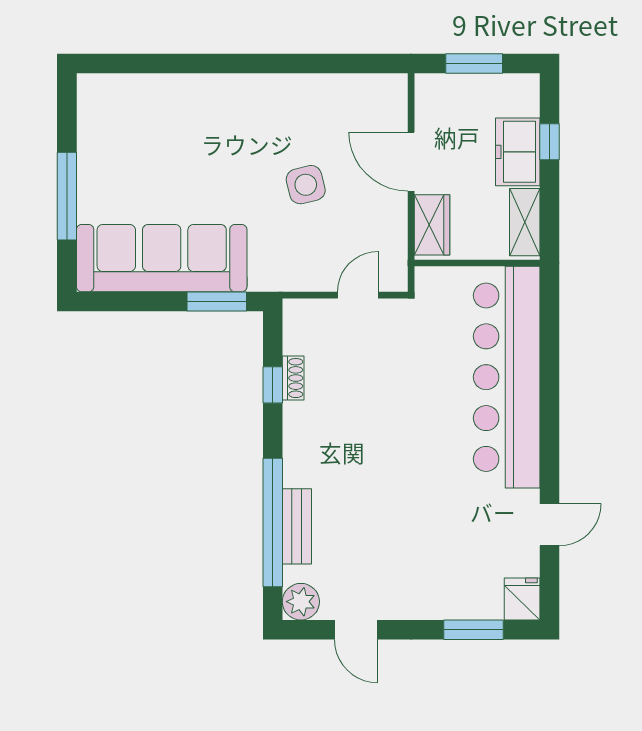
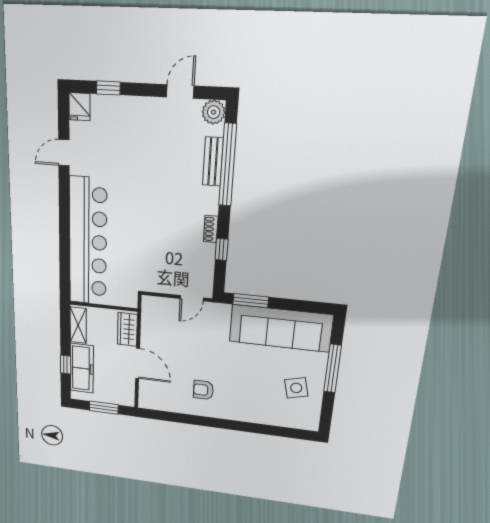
armchair: (287, 126) -> (203, 390), added
freezer: (518, 152) -> (82, 368), width x1.40
side table: (306, 185) -> (296, 388), moved
door: (358, 295) -> (192, 298), moved
shoe rack: (293, 378) -> (211, 229), moved
door: (356, 630) -> (180, 91), hinge flipped
window: (473, 630) -> (108, 88), width x0.67

